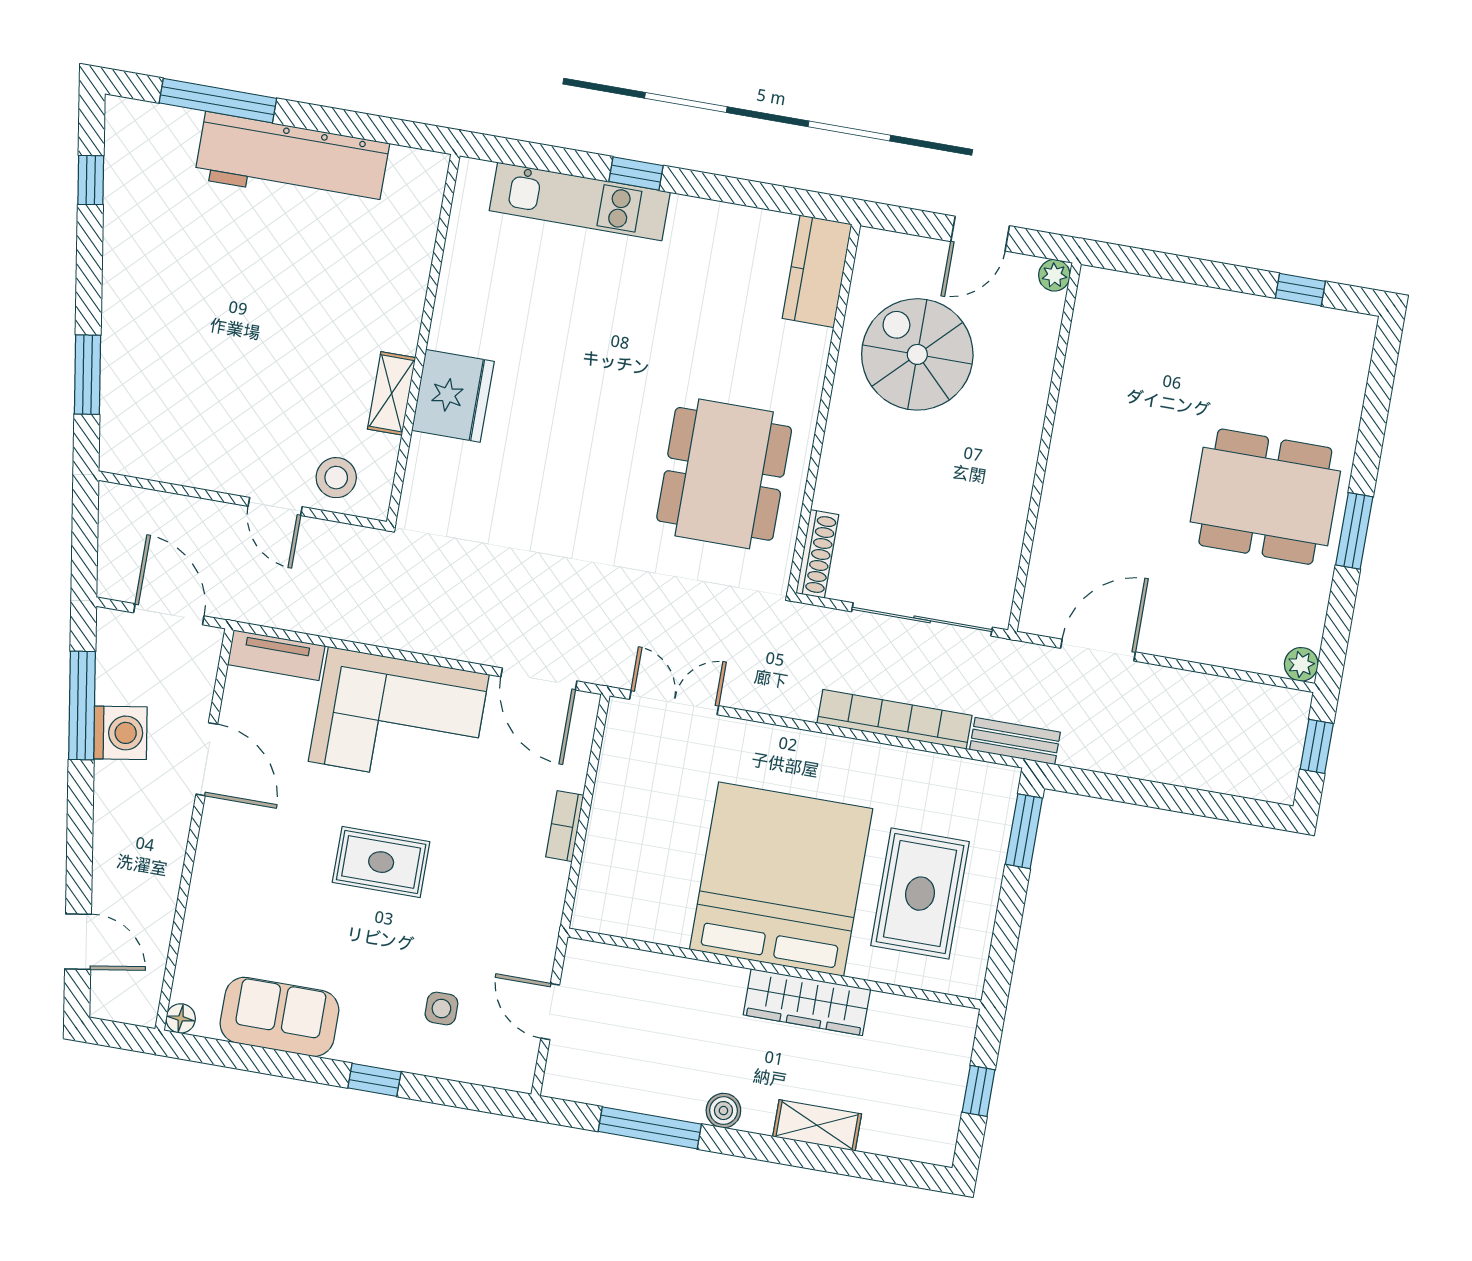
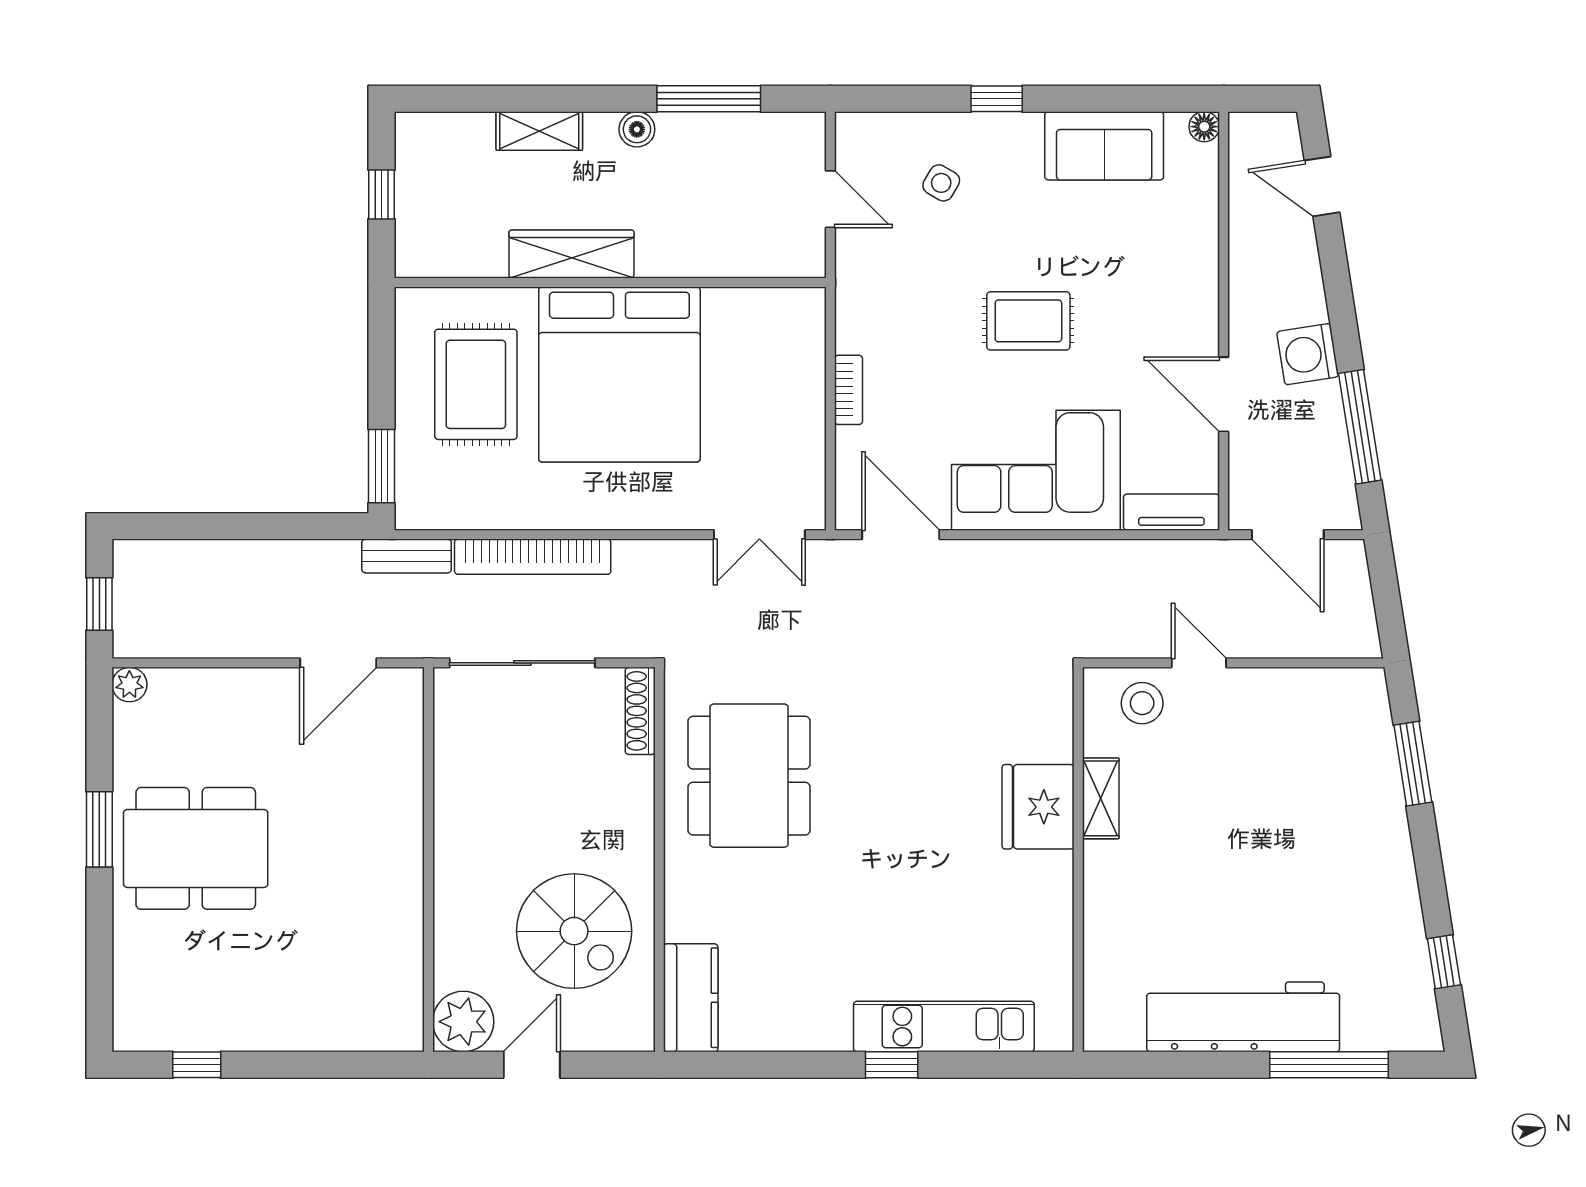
plant: (1054, 275) -> (463, 1022), width x1.88, depth x1.88
washing machine: (120, 733) -> (1308, 354), moved
side table: (441, 1009) -> (941, 183), turned 30

